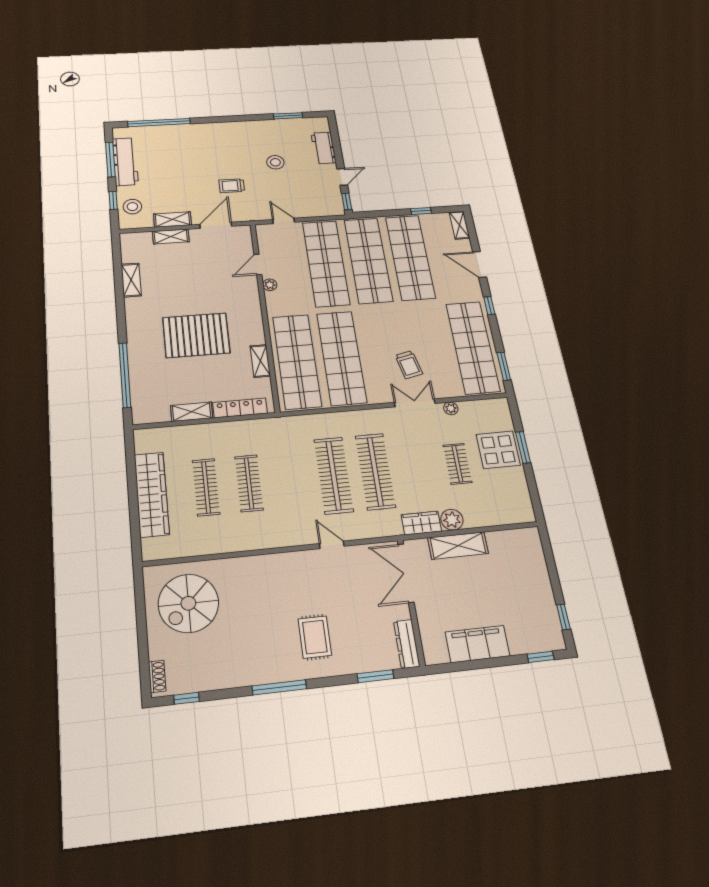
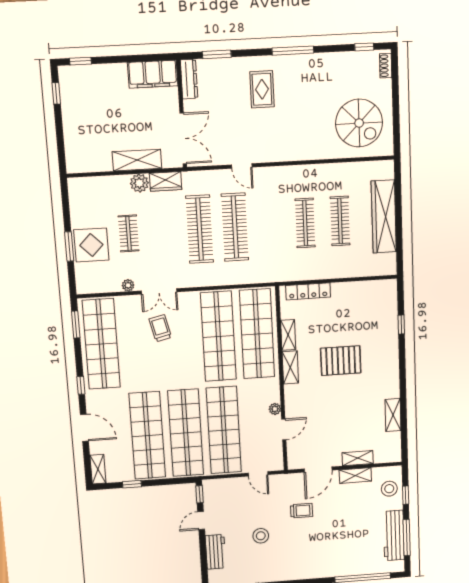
pallet: (196, 335) -> (341, 361), width x0.73, depth x0.71
window: (125, 375) -> (401, 324), width x0.32
shelving: (192, 412) -> (290, 368), moved, turned 90
spiral stairs: (188, 603) -> (359, 123), turned 90
filing cabinet: (477, 644) -> (153, 74), moved

